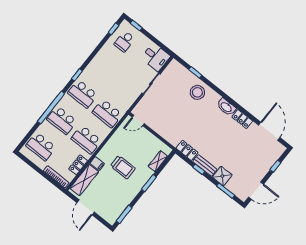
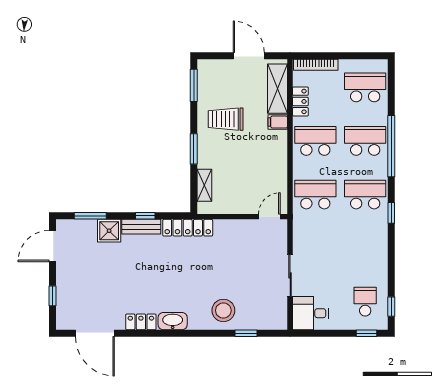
locker: (187, 150) -> (188, 228), width x1.53
trolley: (123, 167) -> (226, 119), moved

